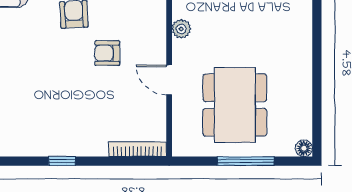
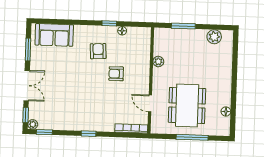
door: (169, 80) -> (150, 103), moved
floor lamp: (304, 148) -> (226, 112), moved

